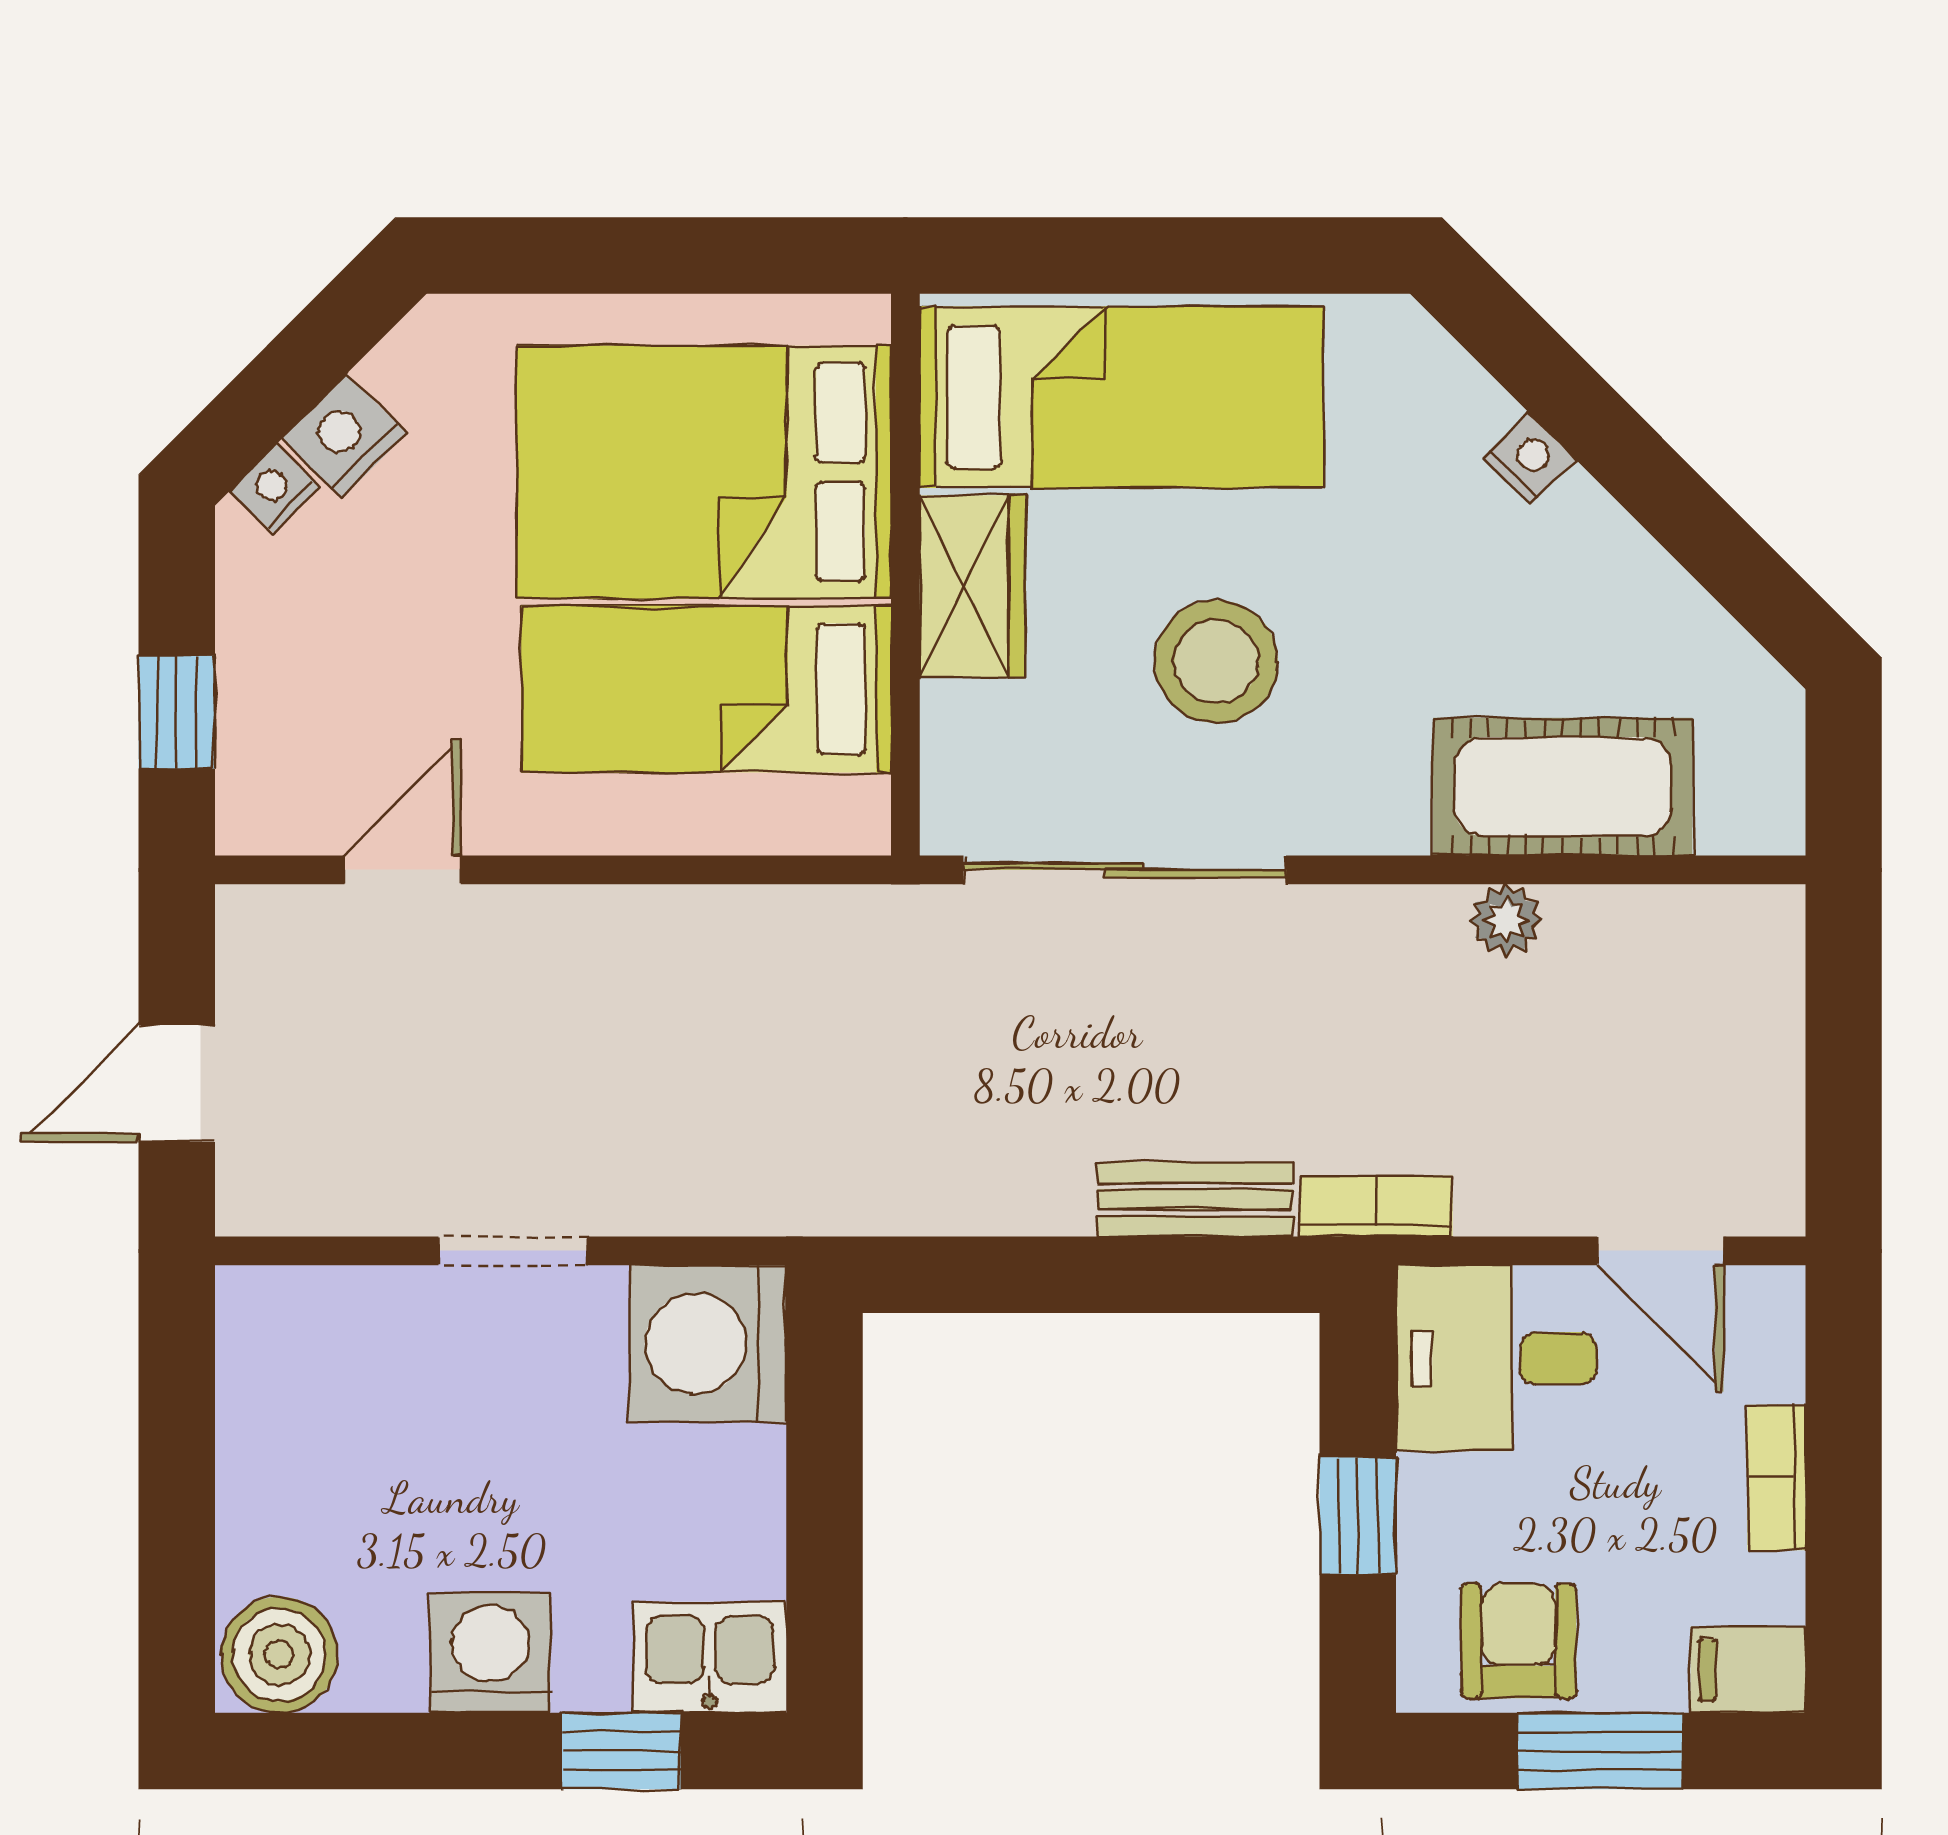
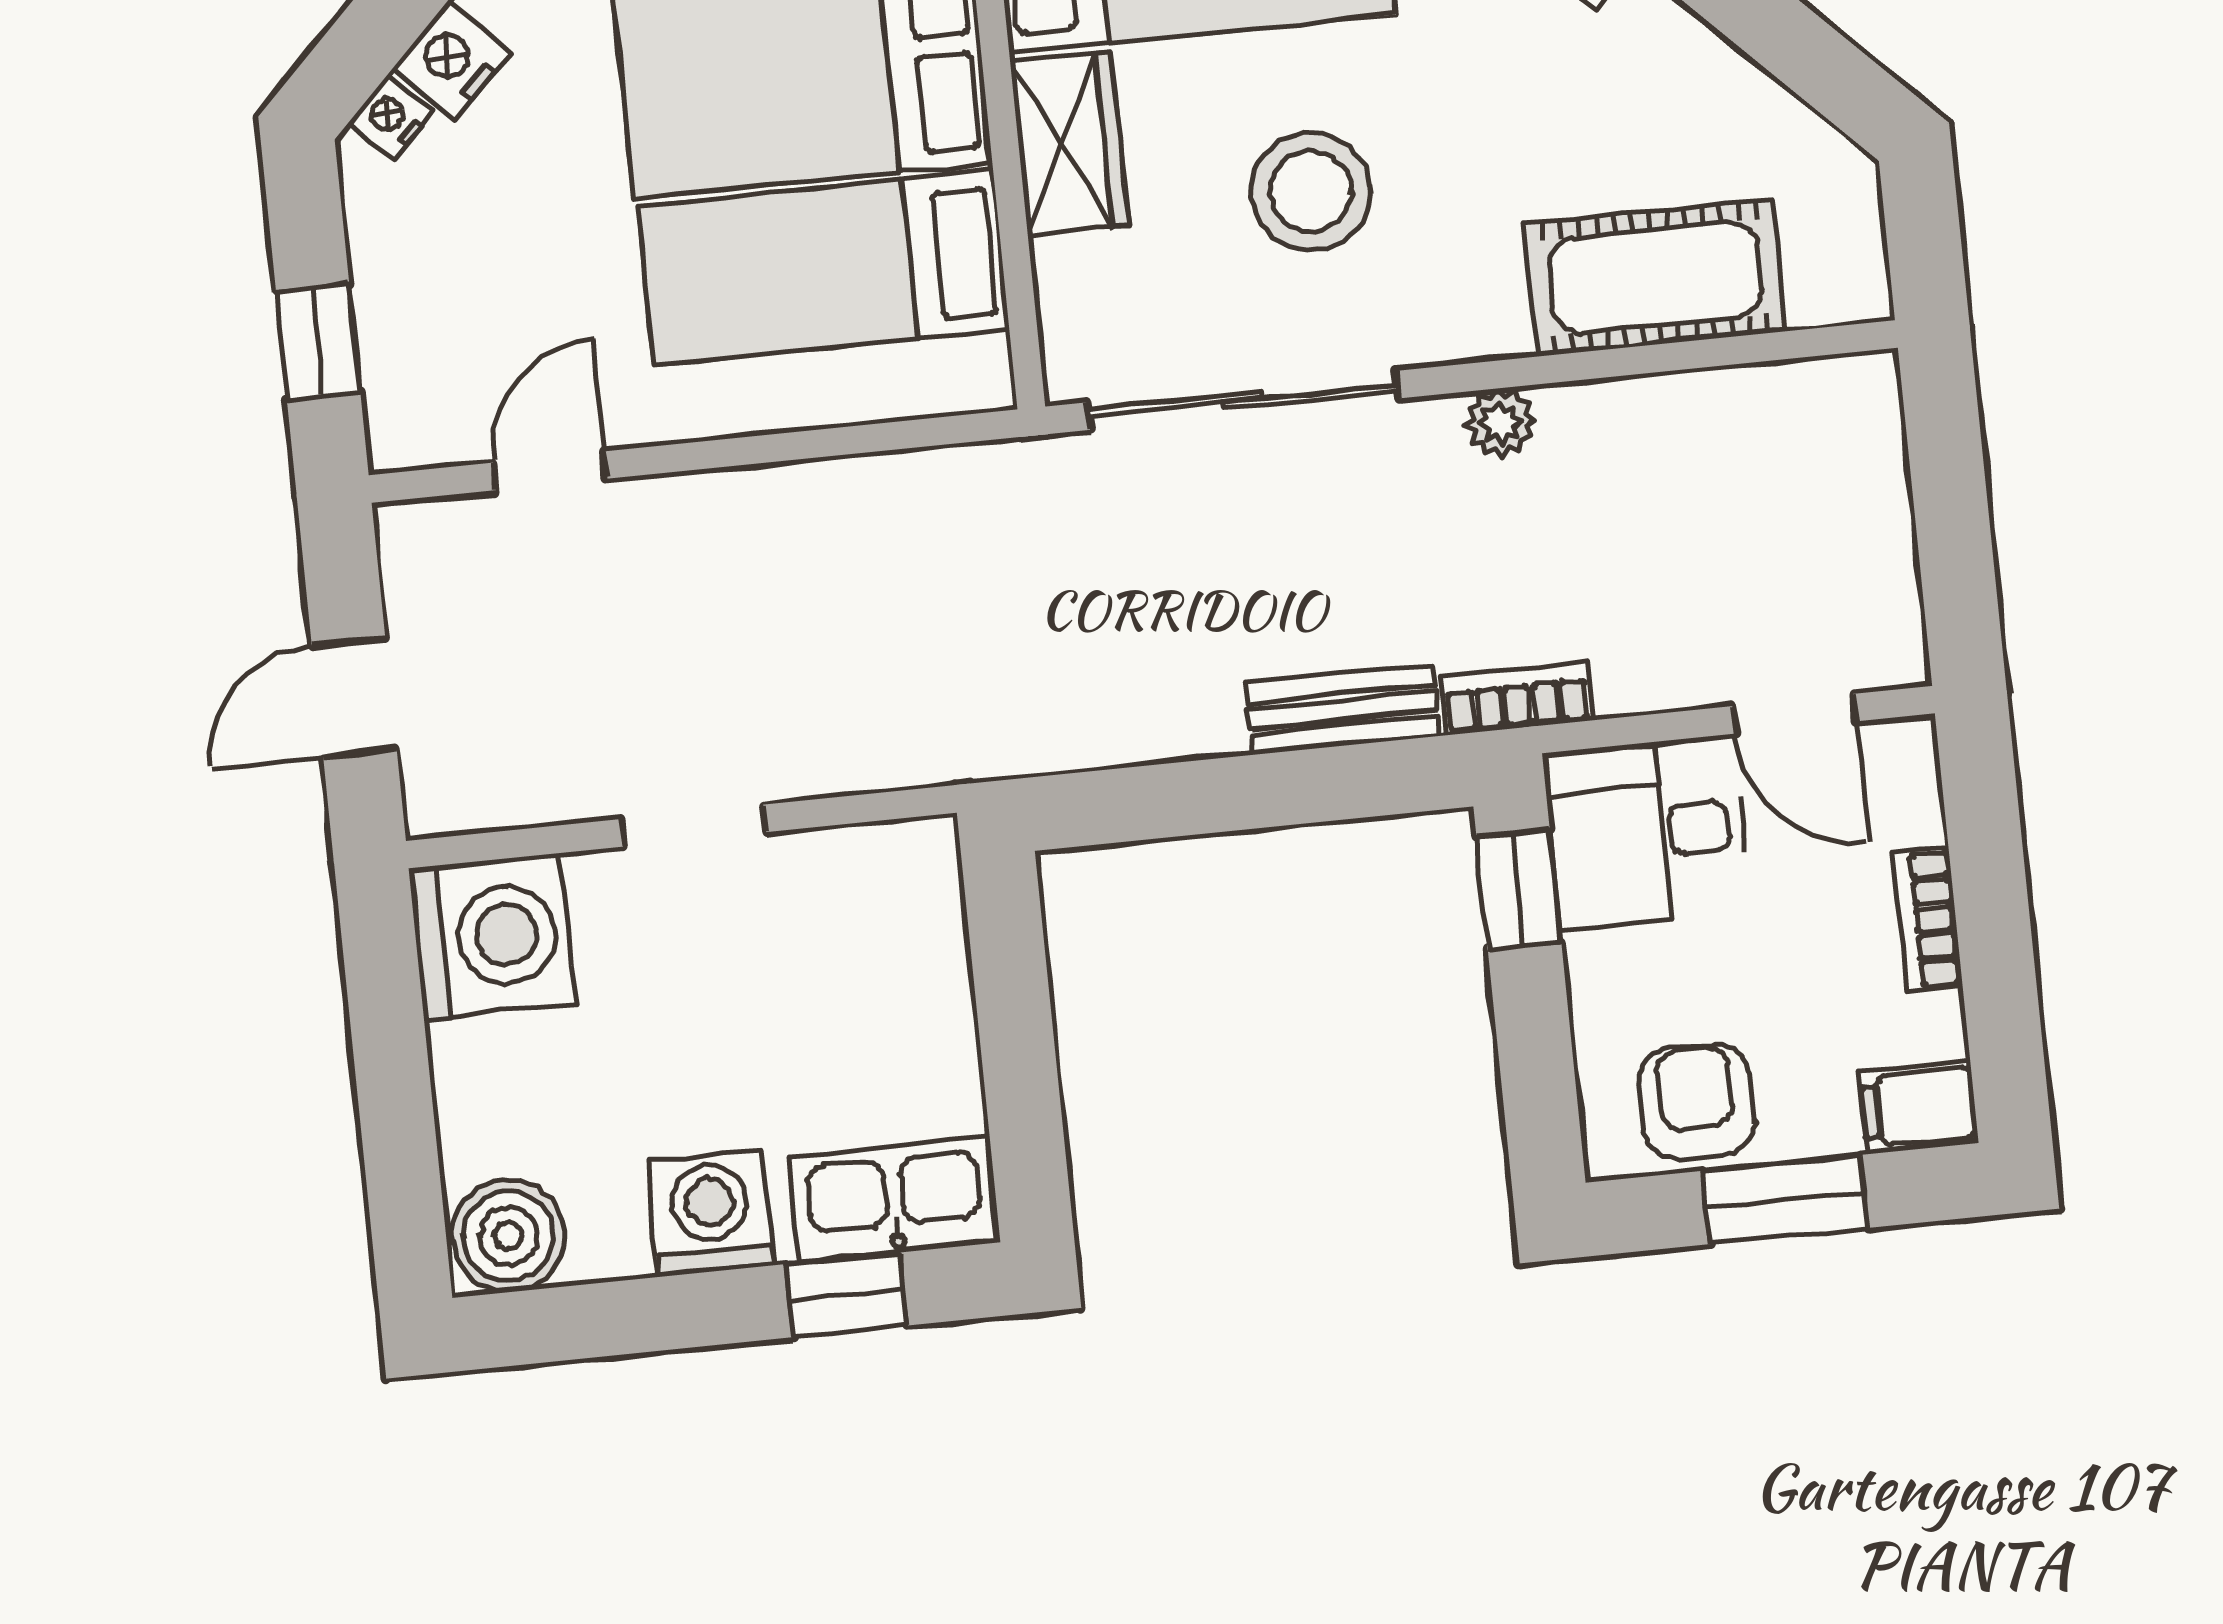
plant: (1506, 920) -> (1500, 423), moved
washing machine: (708, 1344) -> (492, 936), moved, turned 180
window: (1358, 1516) -> (1519, 889), moved
kitchen sink: (710, 1657) -> (894, 1199), width x1.38

